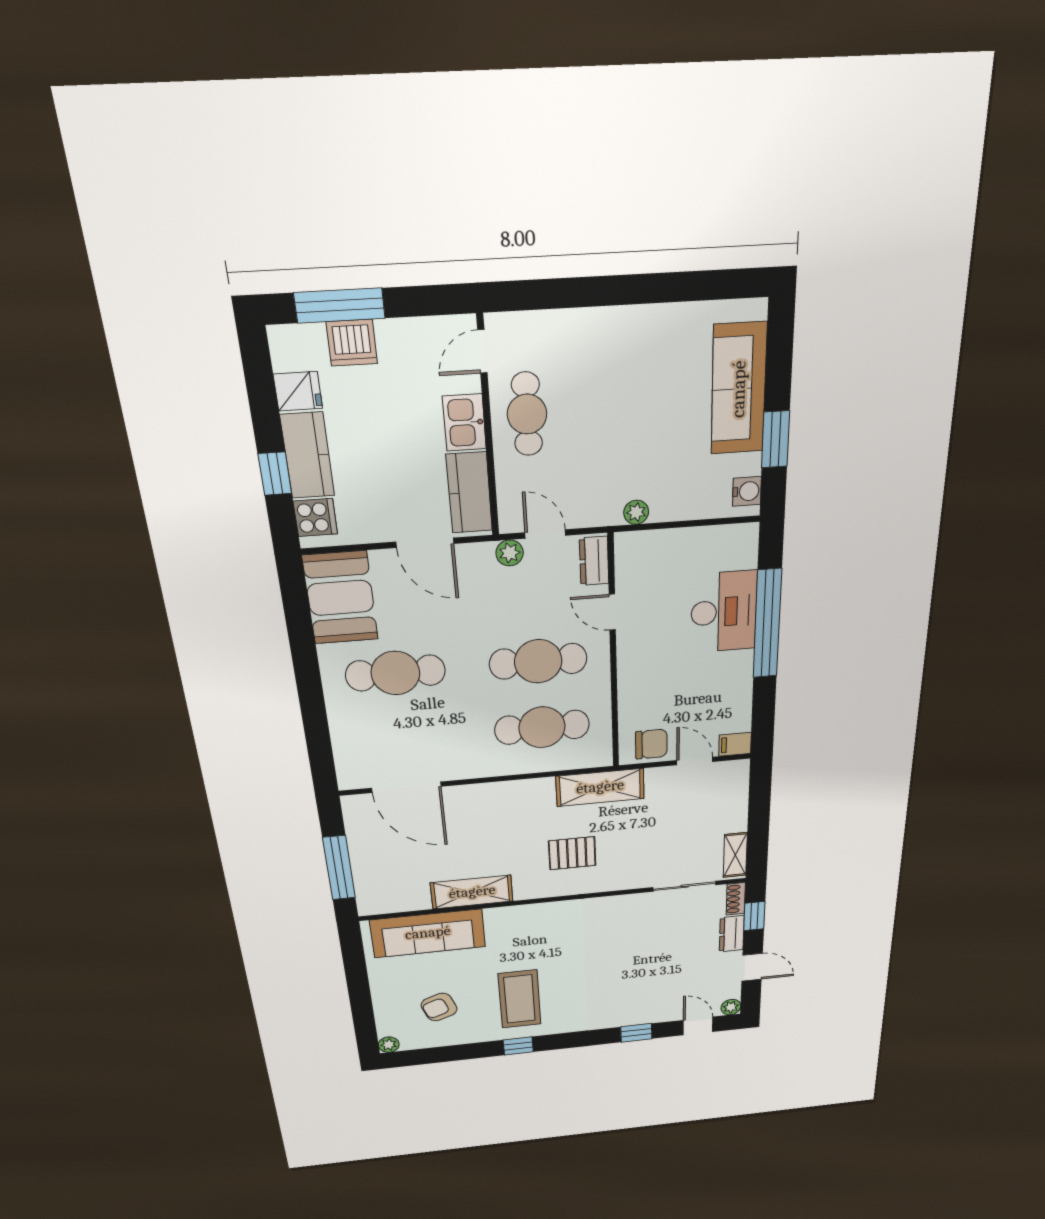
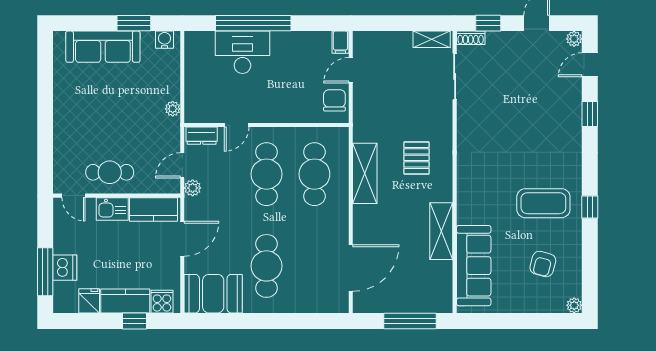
shelving: (600, 787) -> (365, 173), moved
dresser: (732, 934) -> (503, 40), removed
armchair: (439, 1007) -> (543, 264), turned 35

